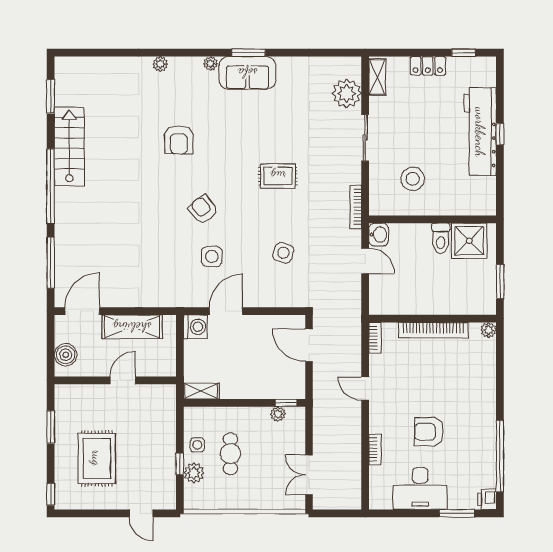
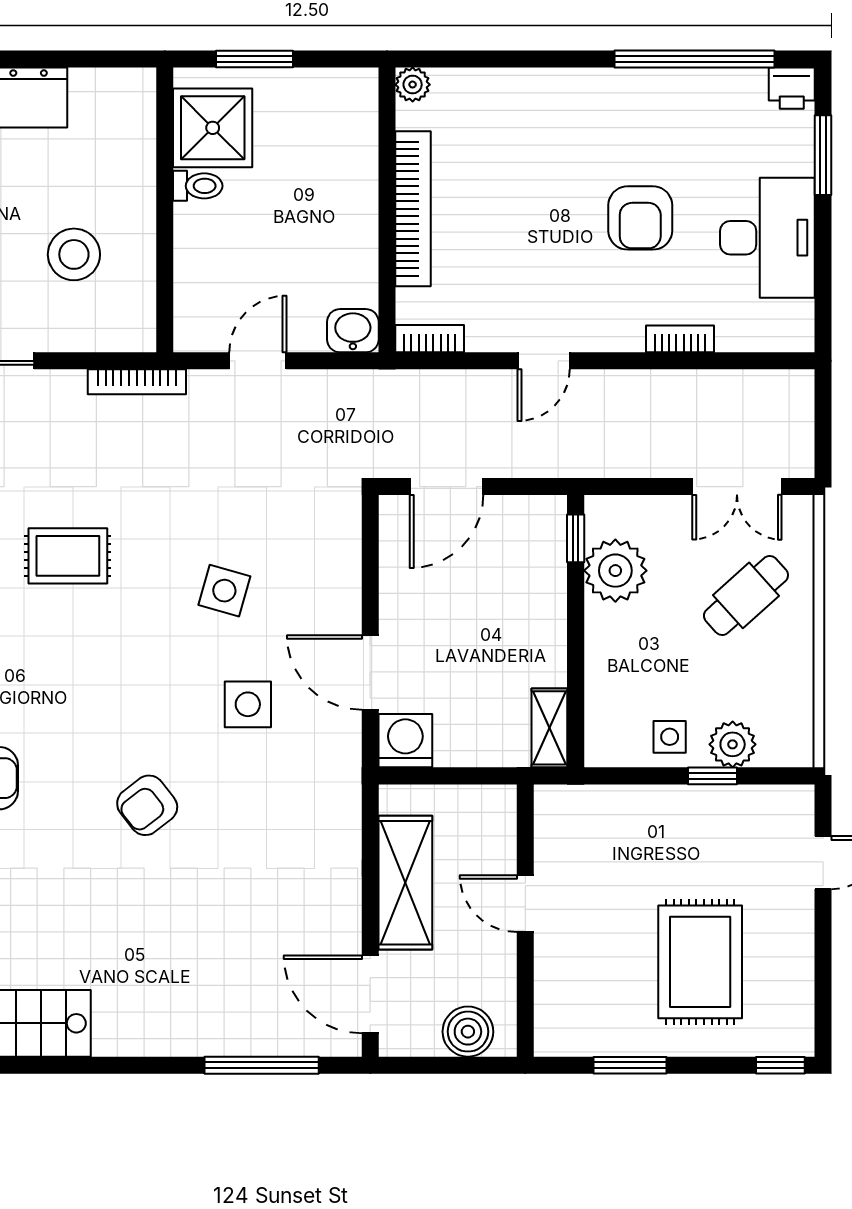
rug: (278, 176) -> (68, 556), turned 90
window: (51, 186) -> (91, 1065), removed
armchair: (203, 209) -> (147, 805), moved
washbasin: (379, 235) -> (353, 331), moved
toilet: (441, 238) -> (198, 186), width x0.73, depth x0.72
side table: (283, 253) -> (224, 591), moved
window: (500, 282) -> (254, 59), moved
plant: (278, 414) -> (615, 571), width x1.88, depth x1.88
cafe table: (230, 454) -> (746, 595), moved, turned -42
rug: (97, 458) -> (700, 962), turned 90

